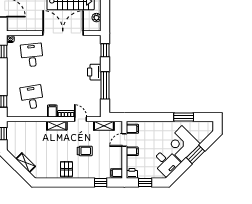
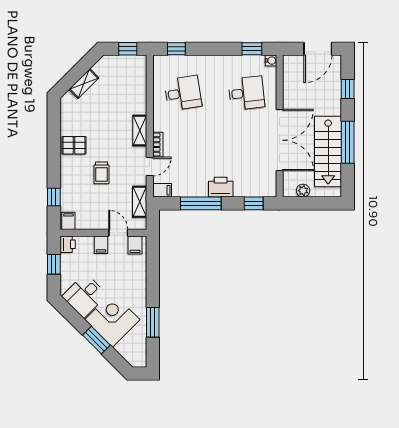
filing cabinet: (52, 111) -> (162, 190), moved

